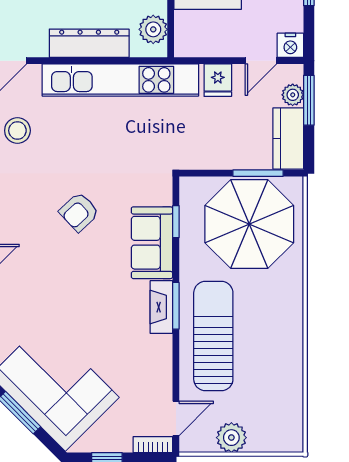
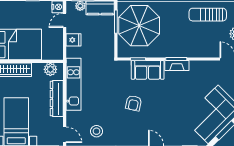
door: (261, 61) -> (65, 20), swing flipped
kitchen unit: (120, 80) -> (73, 84), width x0.73
armchair: (79, 212) -> (134, 103), turned 55
sun lounger: (213, 336) -> (208, 15), moved, width x0.73, depth x0.75

